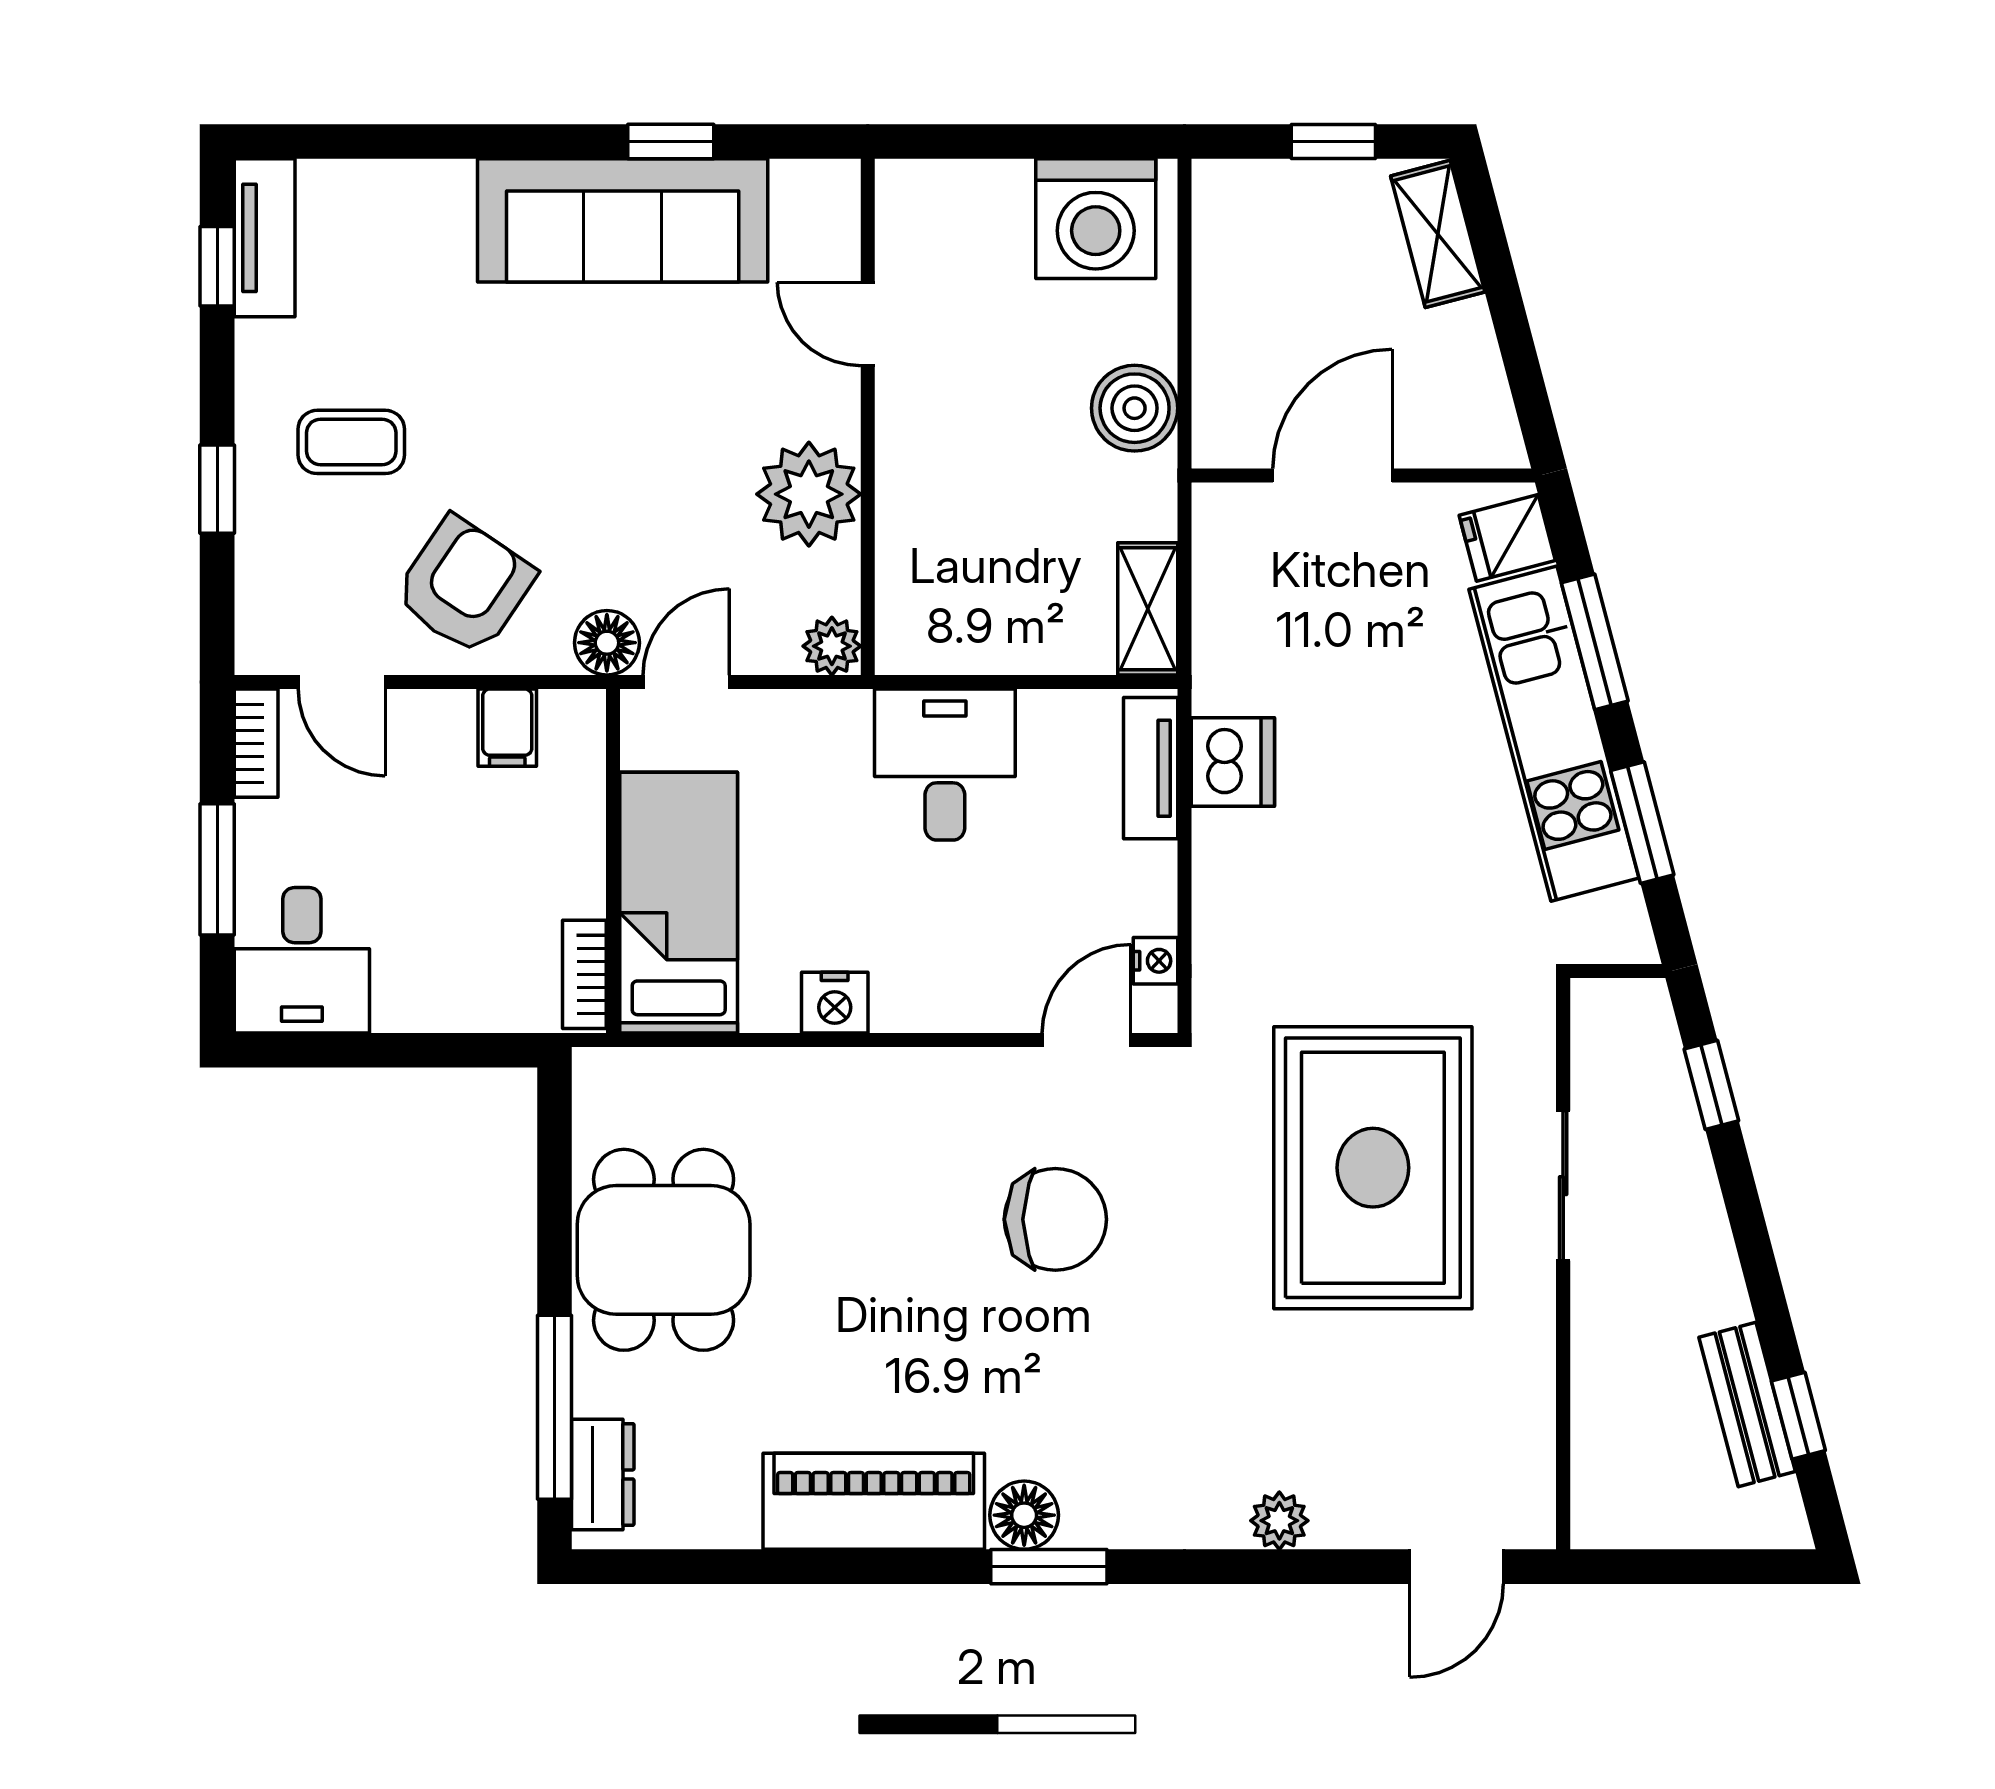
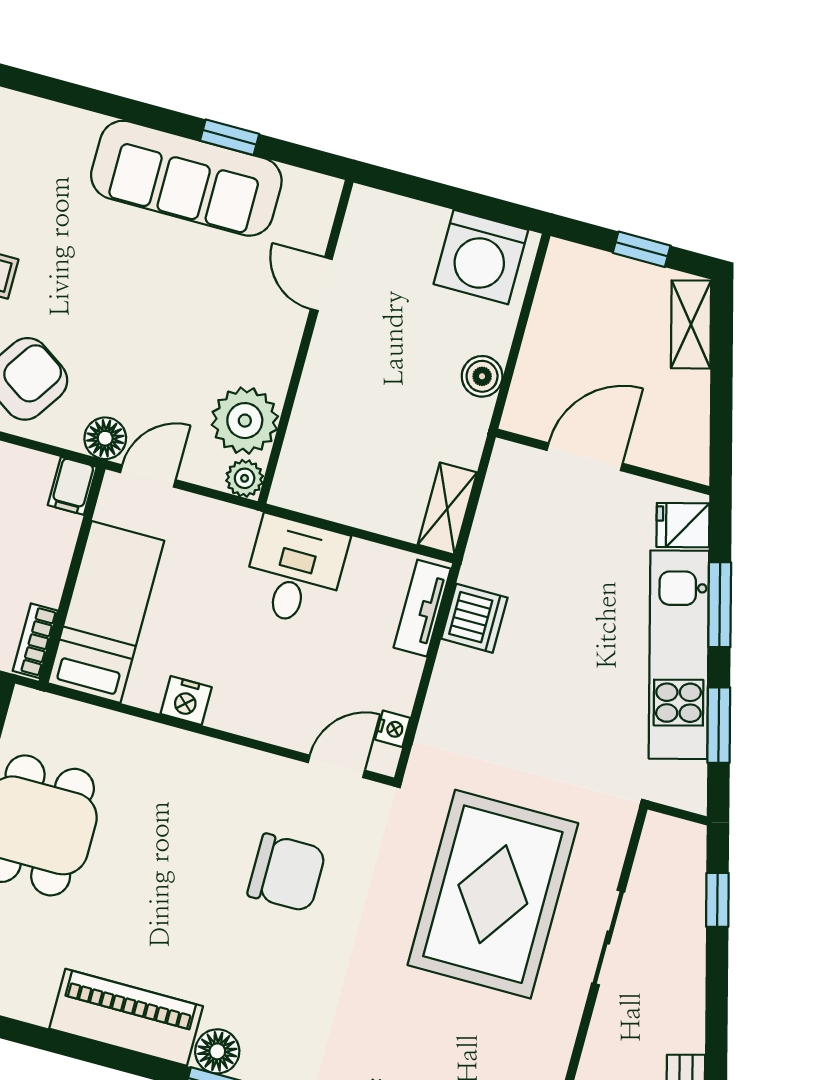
boiler: (1135, 408) -> (482, 376), width x0.73, depth x0.73
plant: (809, 494) -> (245, 421), moved
filing cabinet: (507, 728) -> (72, 486), moved

